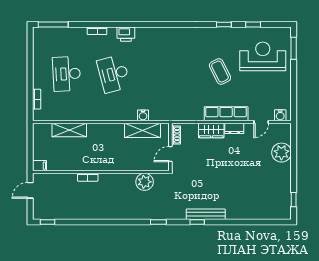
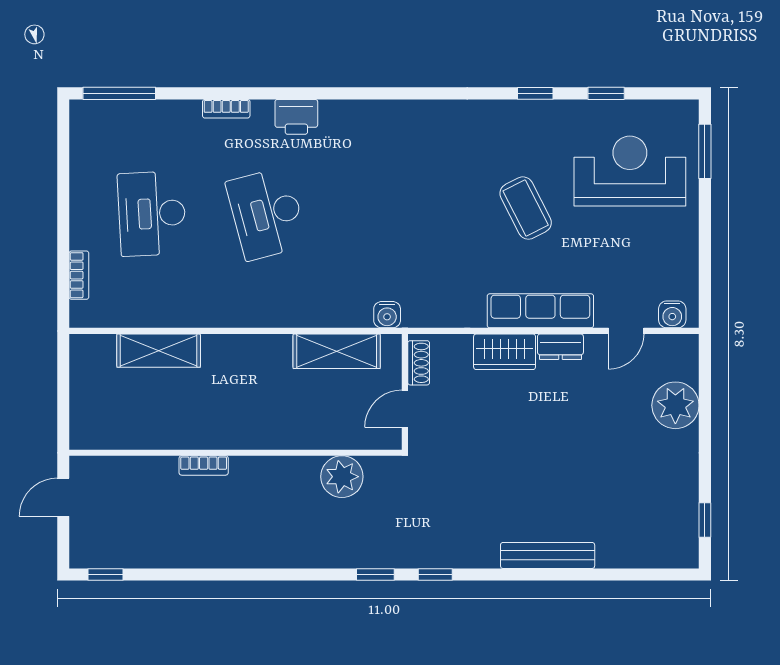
water cooler: (143, 115) -> (387, 315), moved
filing cabinet: (39, 166) -> (86, 437), removed
bench: (206, 214) -> (548, 555), moved
window: (197, 222) -> (435, 575), moved

